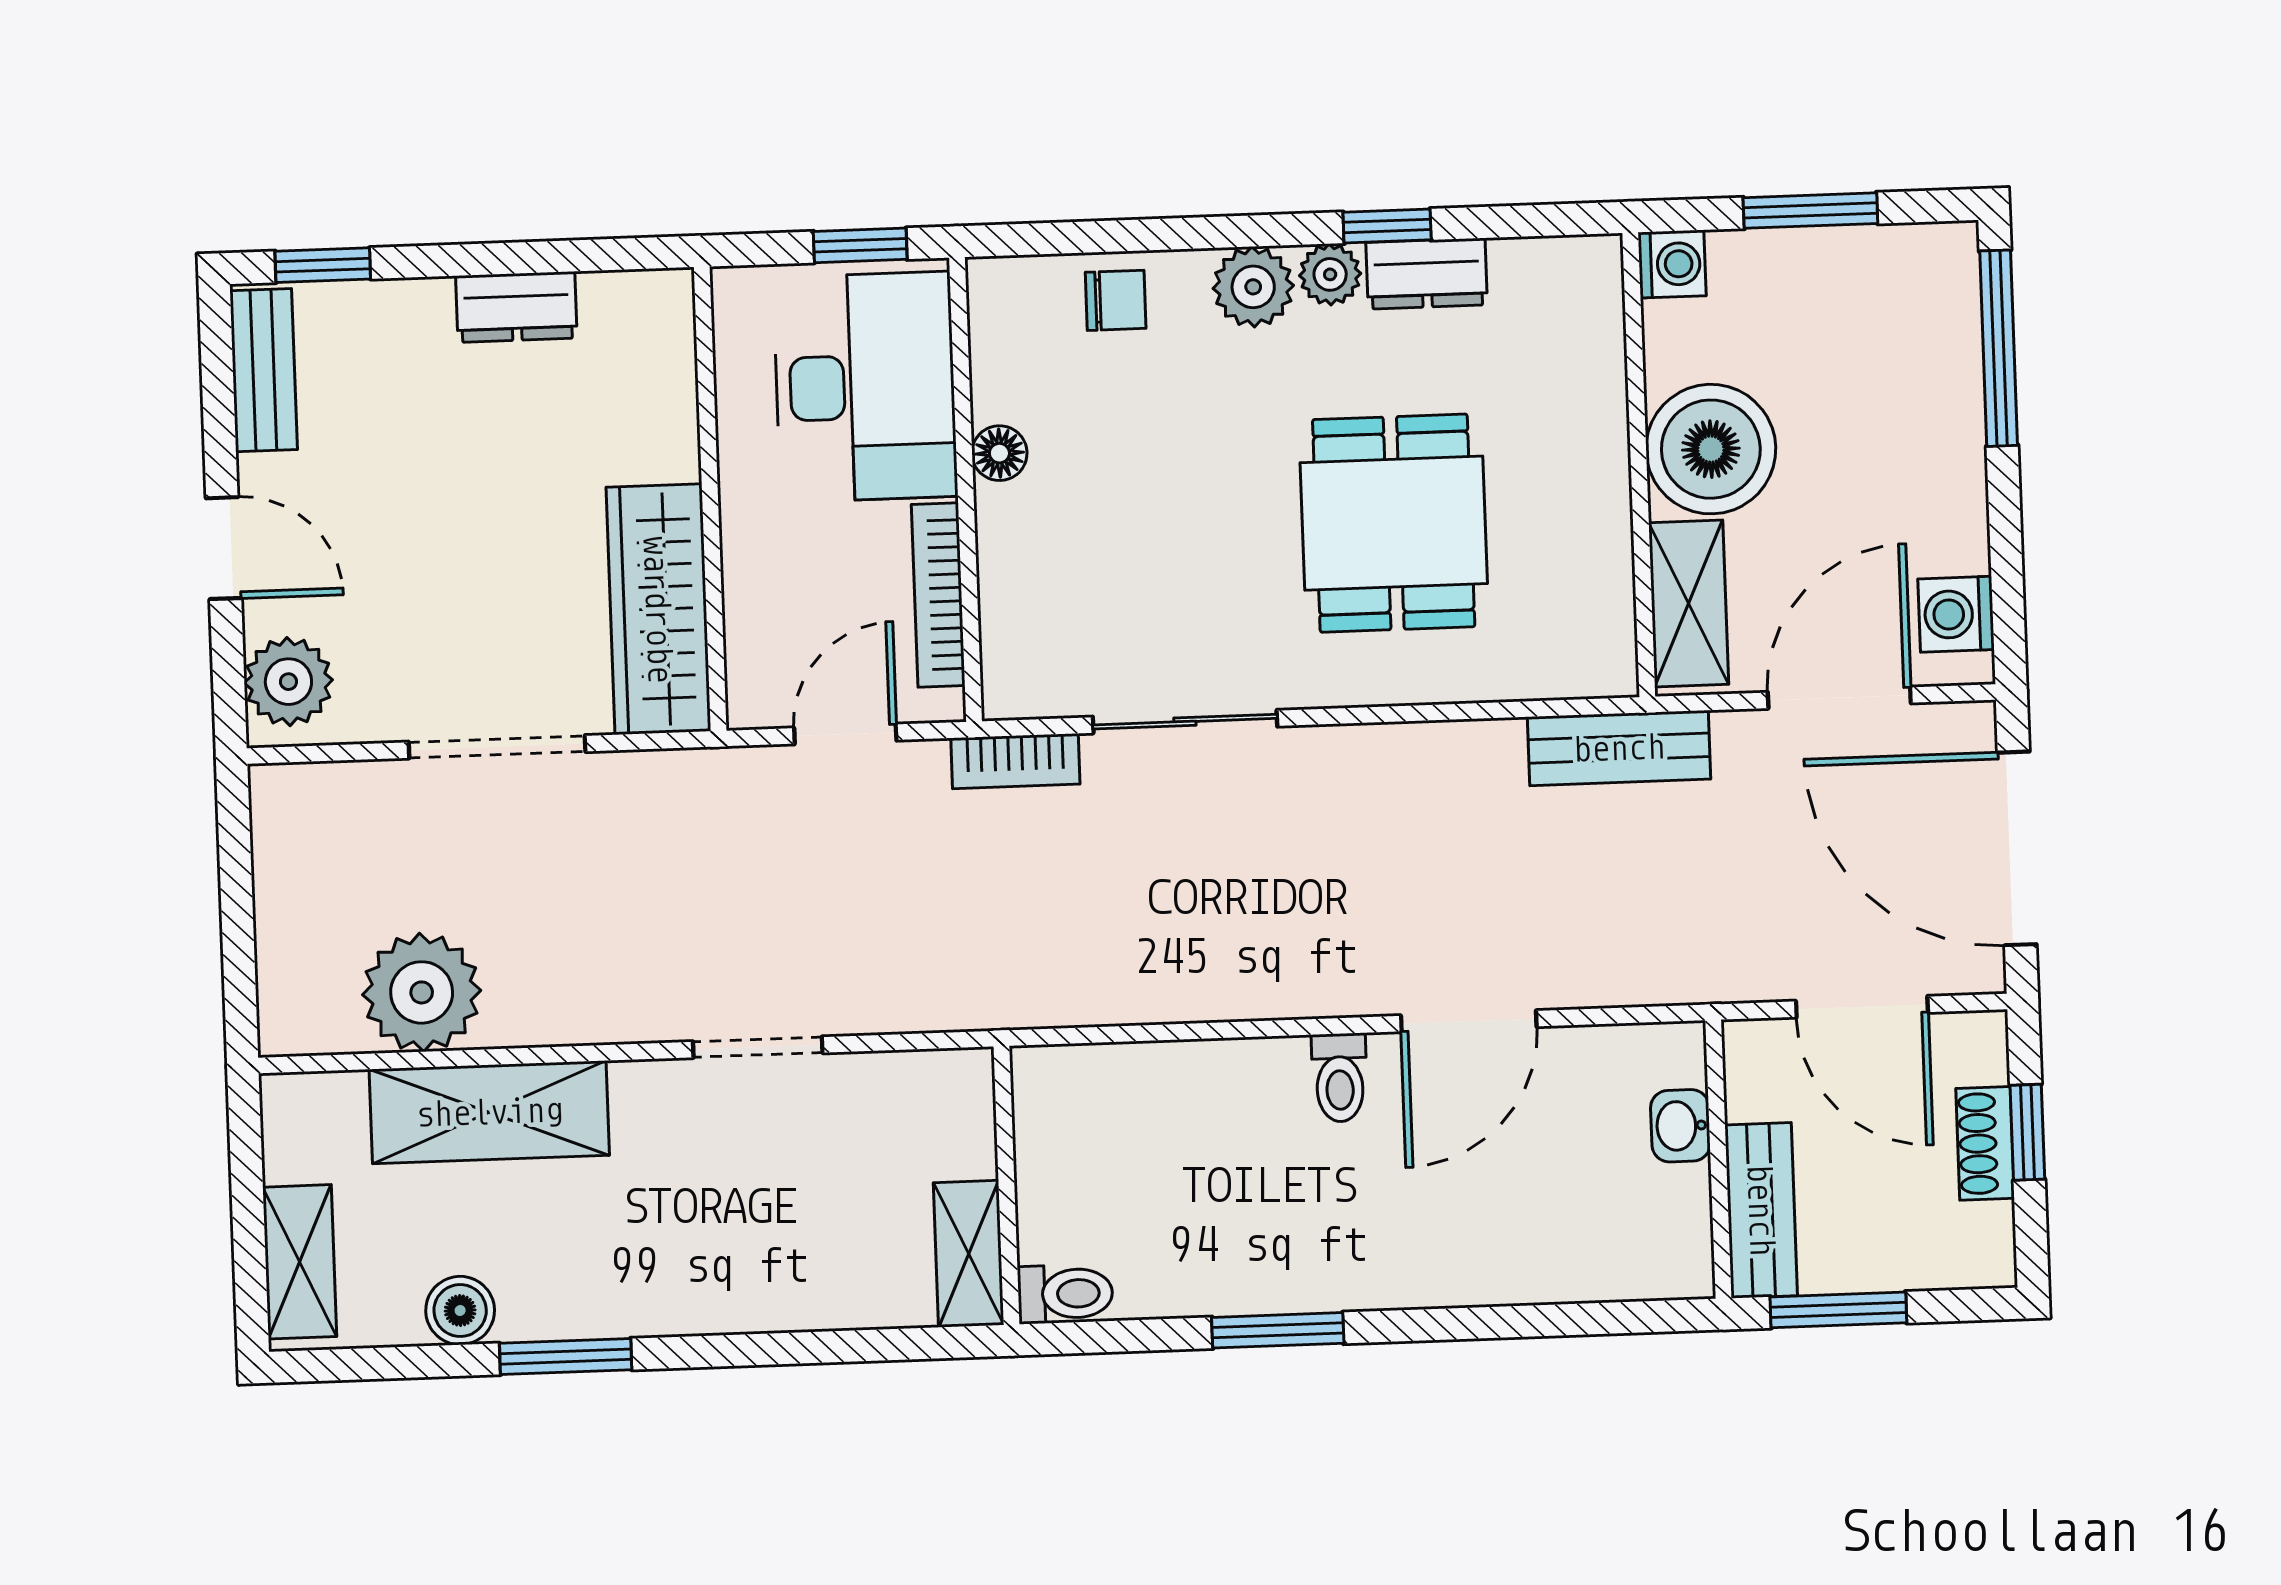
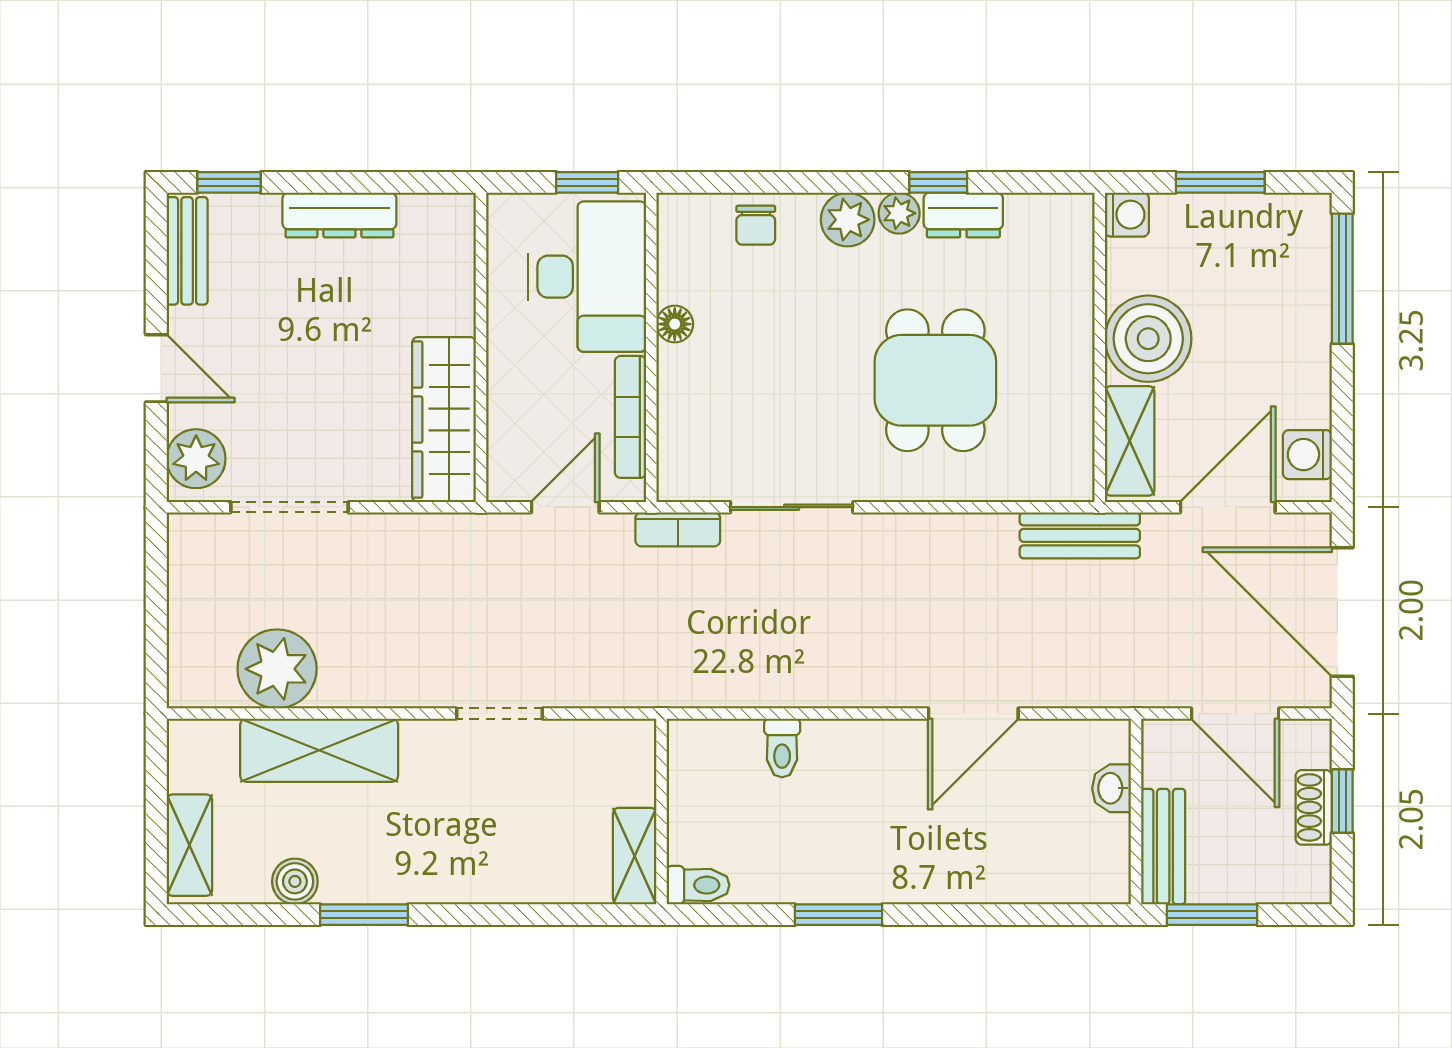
chair: (1116, 300) -> (756, 225), turned 90
dresser: (516, 307) -> (339, 215), width x1.44
doorway: (497, 747) -> (290, 507), moved
toilet: (1340, 1078) -> (782, 748), moved

